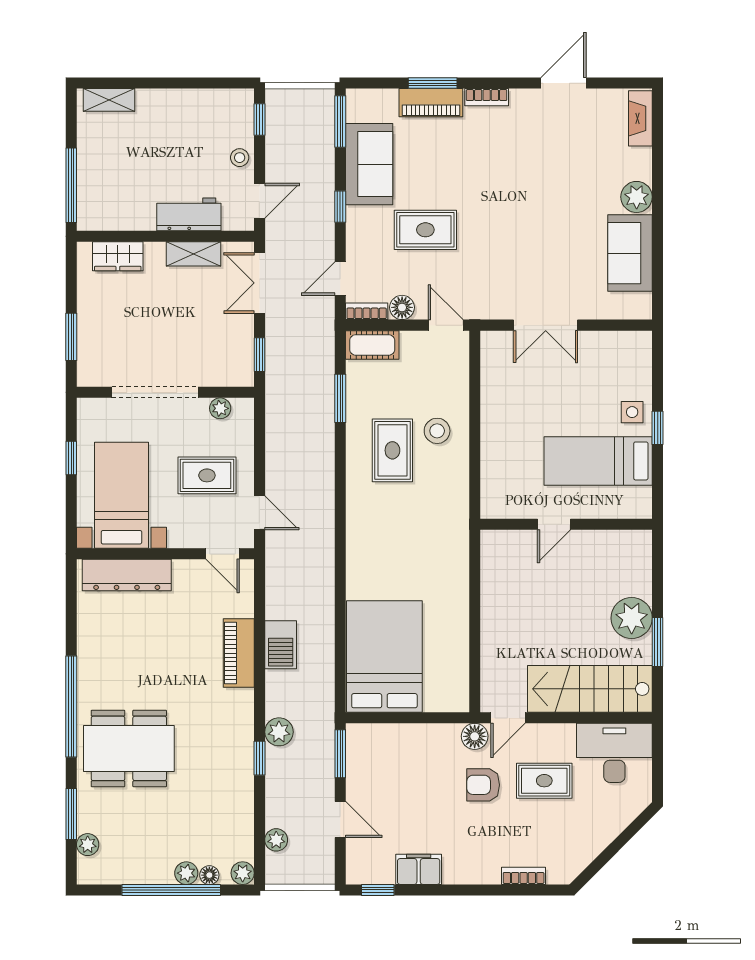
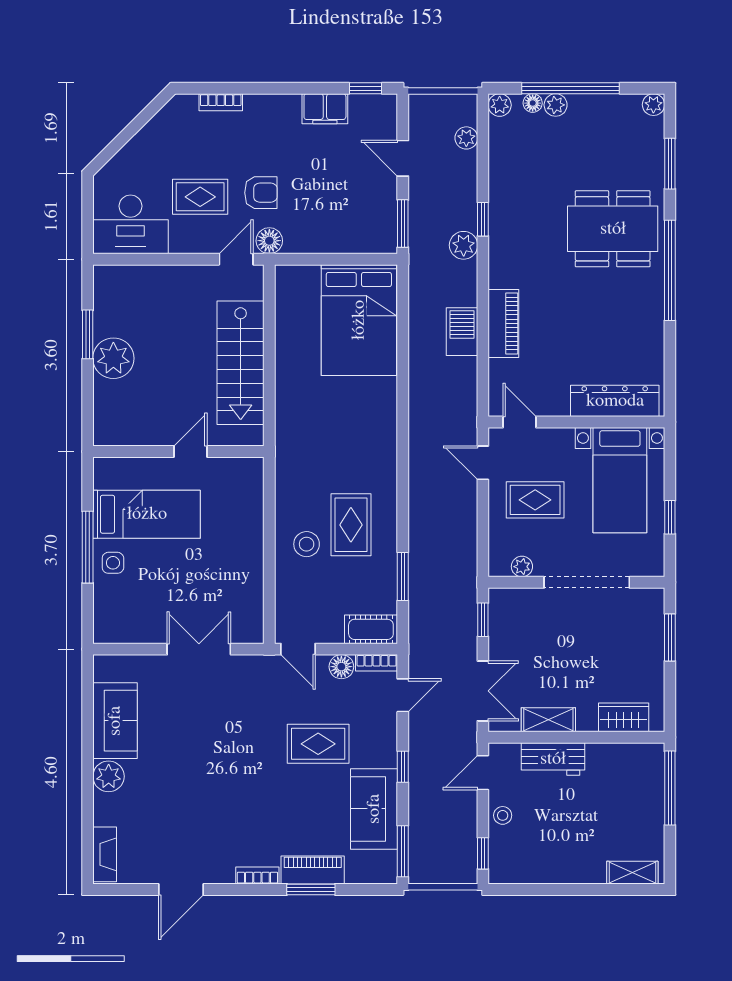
window: (658, 428) -> (88, 547), width x2.17
stairs: (590, 689) -> (241, 363), moved, turned 90
plant: (88, 845) -> (653, 105), moved

